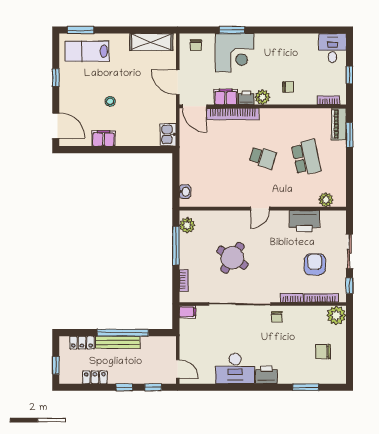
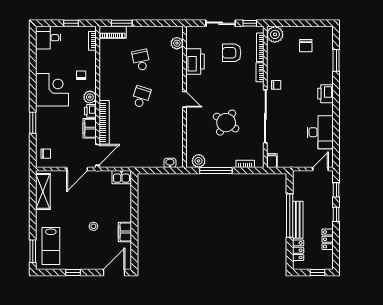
corner desk: (235, 53) -> (52, 90), moved
school desk: (306, 158) -> (141, 60), width x0.54
desk: (235, 369) -> (320, 132), moved

